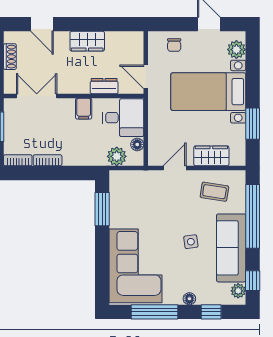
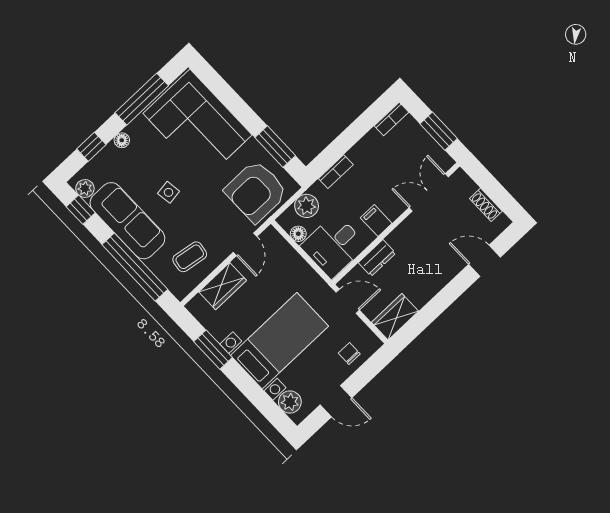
wardrobe: (87, 41) -> (395, 317), moved
double door: (37, 96) -> (429, 192), swing flipped
bookcase: (48, 160) -> (336, 172), moved
armchair: (138, 193) -> (256, 191), added

